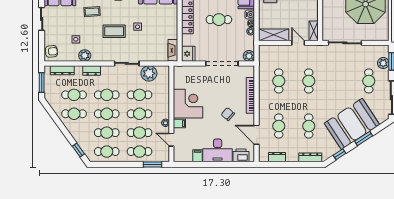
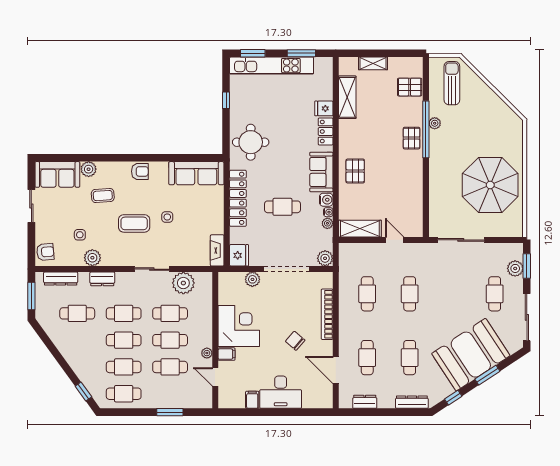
shelving: (314, 31) -> (417, 223), removed
plant: (198, 71) -> (252, 279), added
cafe table: (74, 114) -> (77, 340), removed
cafe table: (140, 152) -> (170, 394), removed
printer: (241, 155) -> (314, 399), removed
window: (153, 165) -> (170, 412), moved

